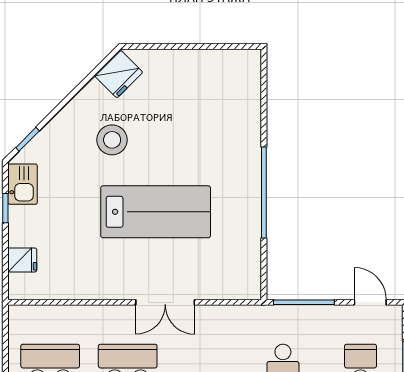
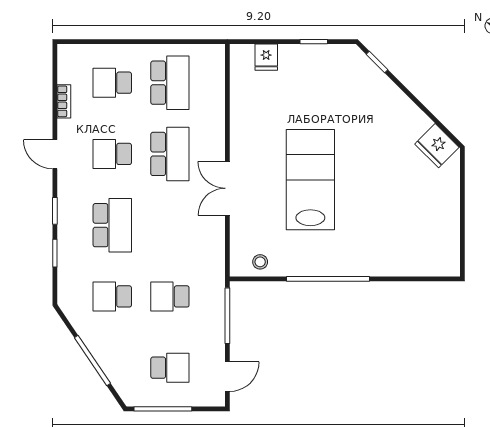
stool: (112, 140) -> (260, 262), moved, width x0.53, depth x0.53
kitchen sink: (23, 184) -> (336, 57), removed
lab bench: (156, 212) -> (310, 180), turned 180

